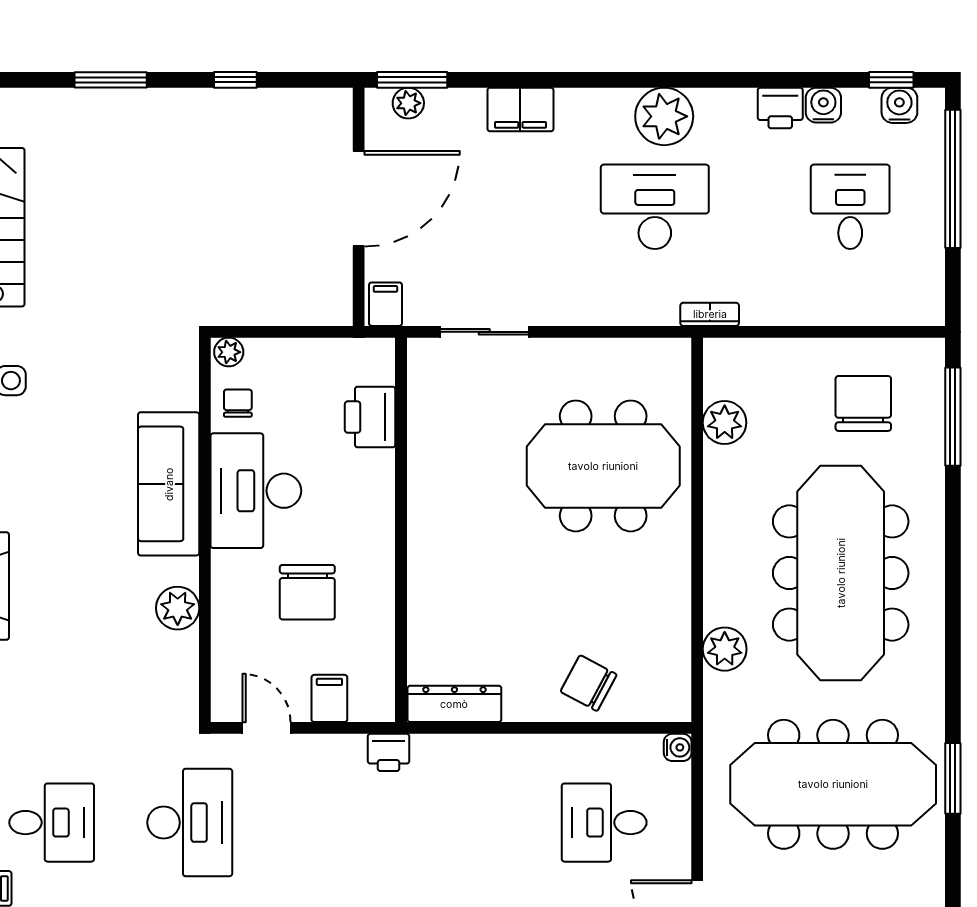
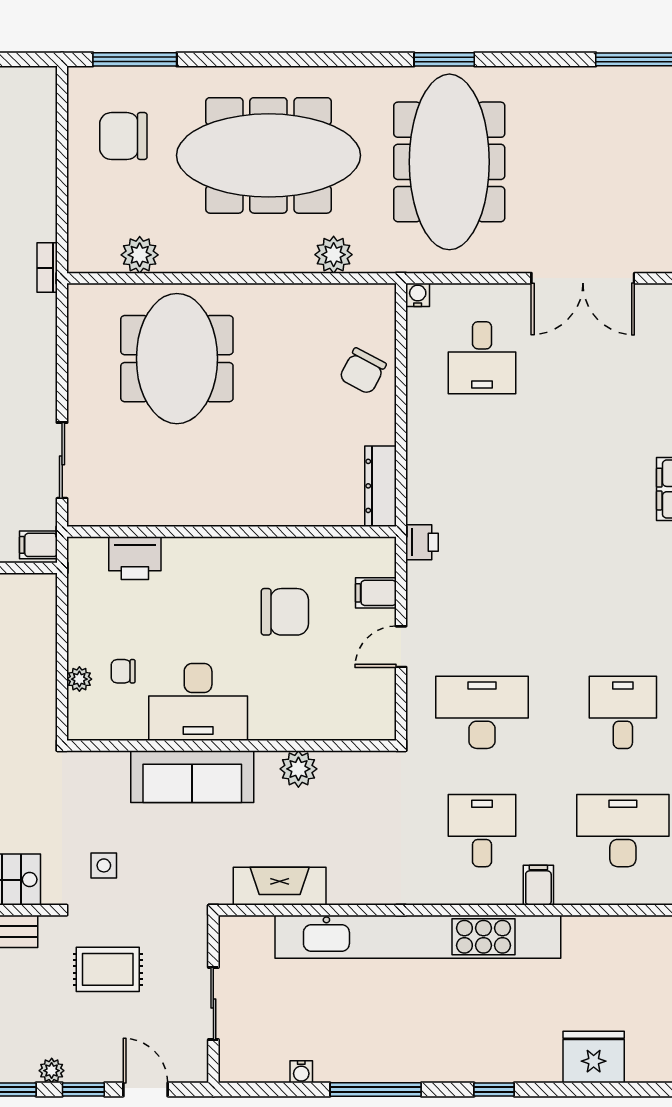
sofa: (169, 484) -> (192, 777), moved
desk: (256, 491) -> (198, 702), moved
wall: (205, 530) -> (232, 746), moved
plant: (178, 608) -> (298, 769), moved

